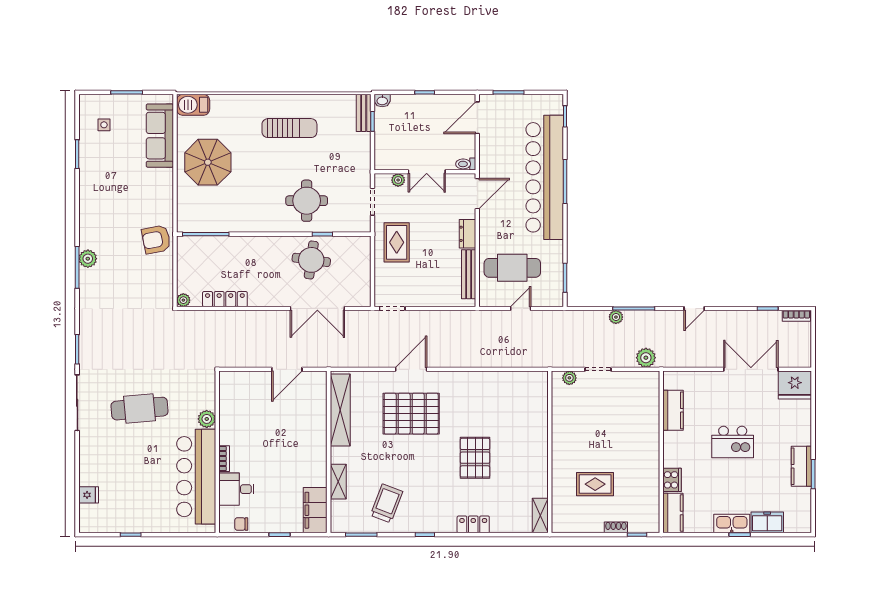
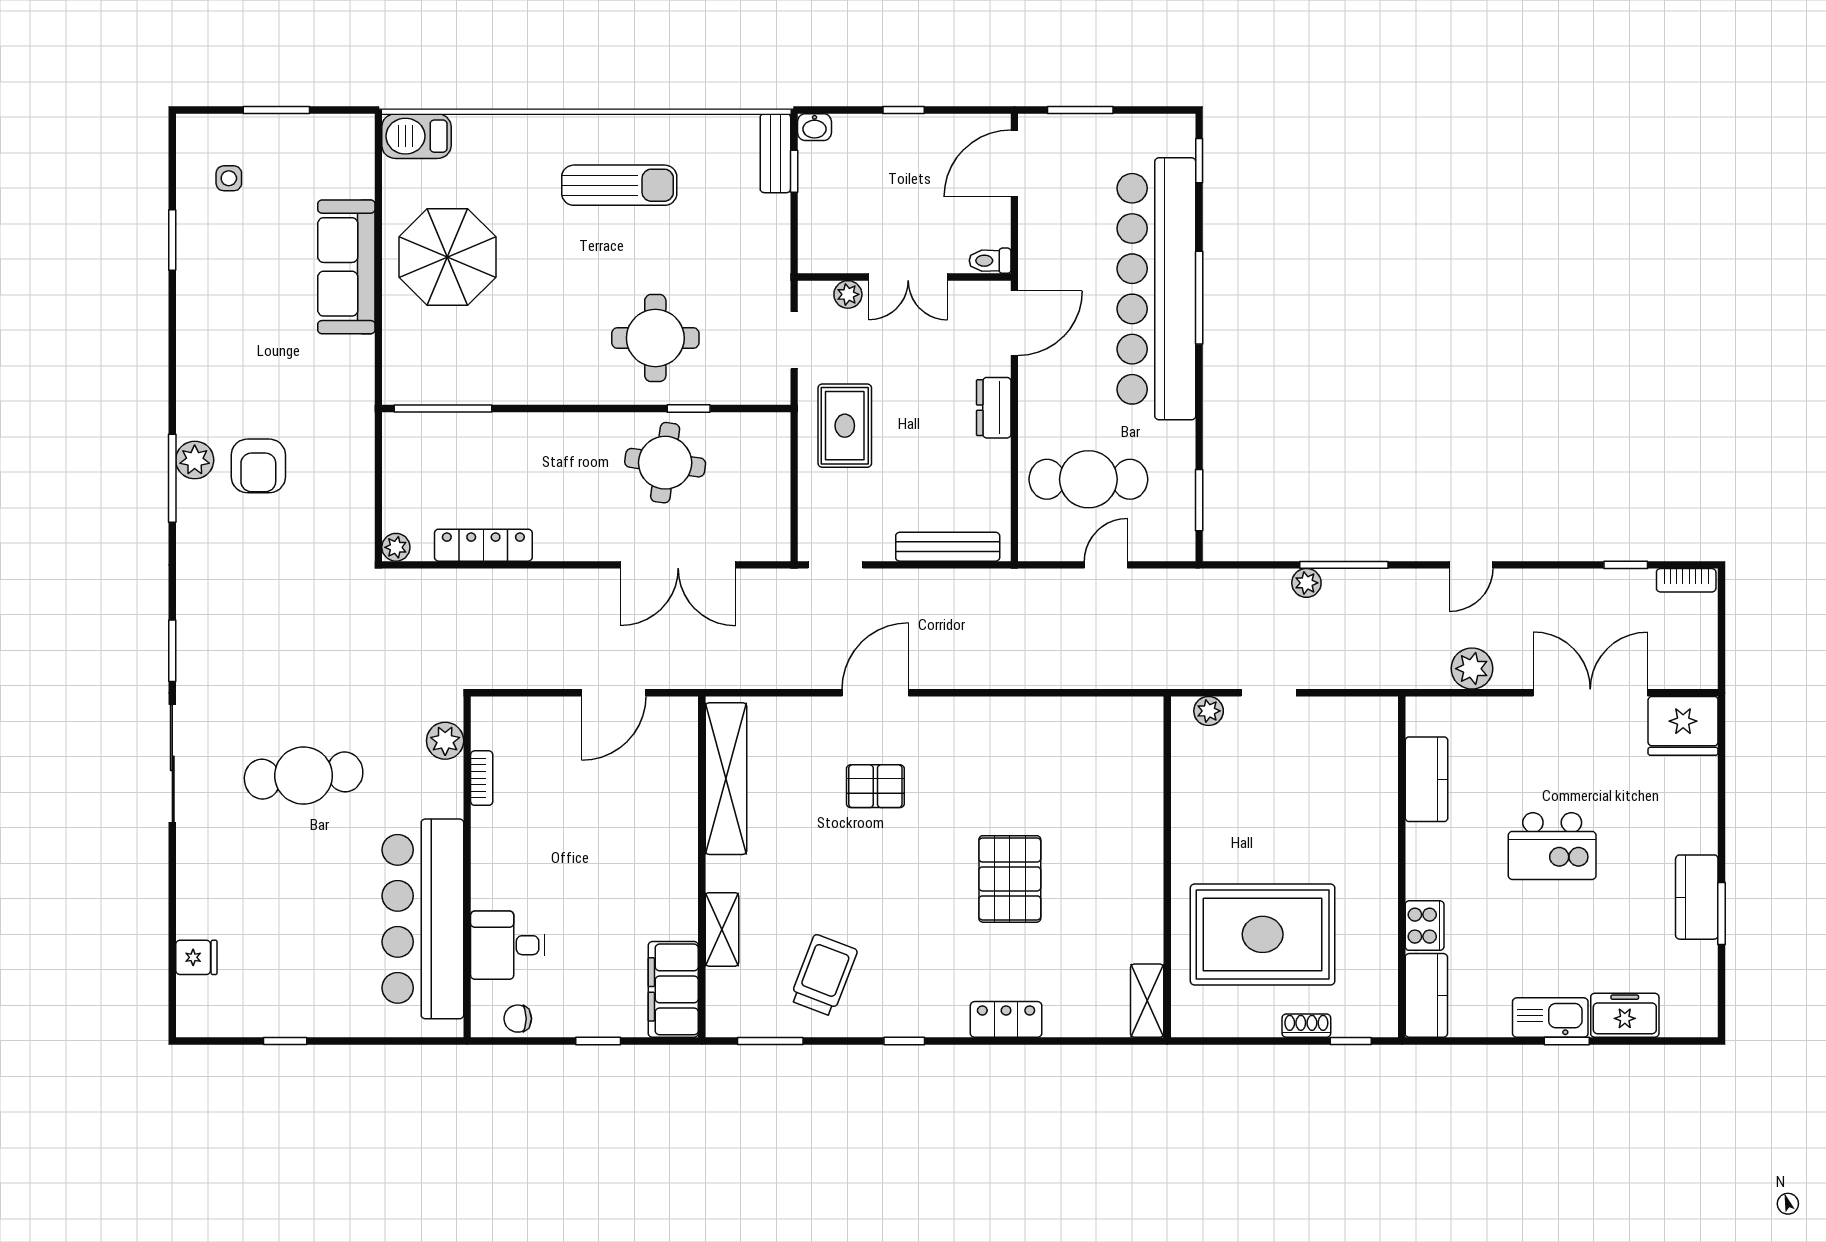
sofa: (160, 136) -> (346, 267), moved
armchair: (156, 239) -> (258, 466), moved, turned -79
bench: (469, 274) -> (948, 547), moved, turned 90
plant: (646, 358) -> (1472, 669), moved
pallet: (411, 414) -> (875, 786), width x0.49, depth x0.50
plant: (207, 419) -> (445, 741), moved
bookcase: (224, 459) -> (482, 778), moved
rug: (595, 484) -> (1263, 934), width x1.86, depth x2.06

